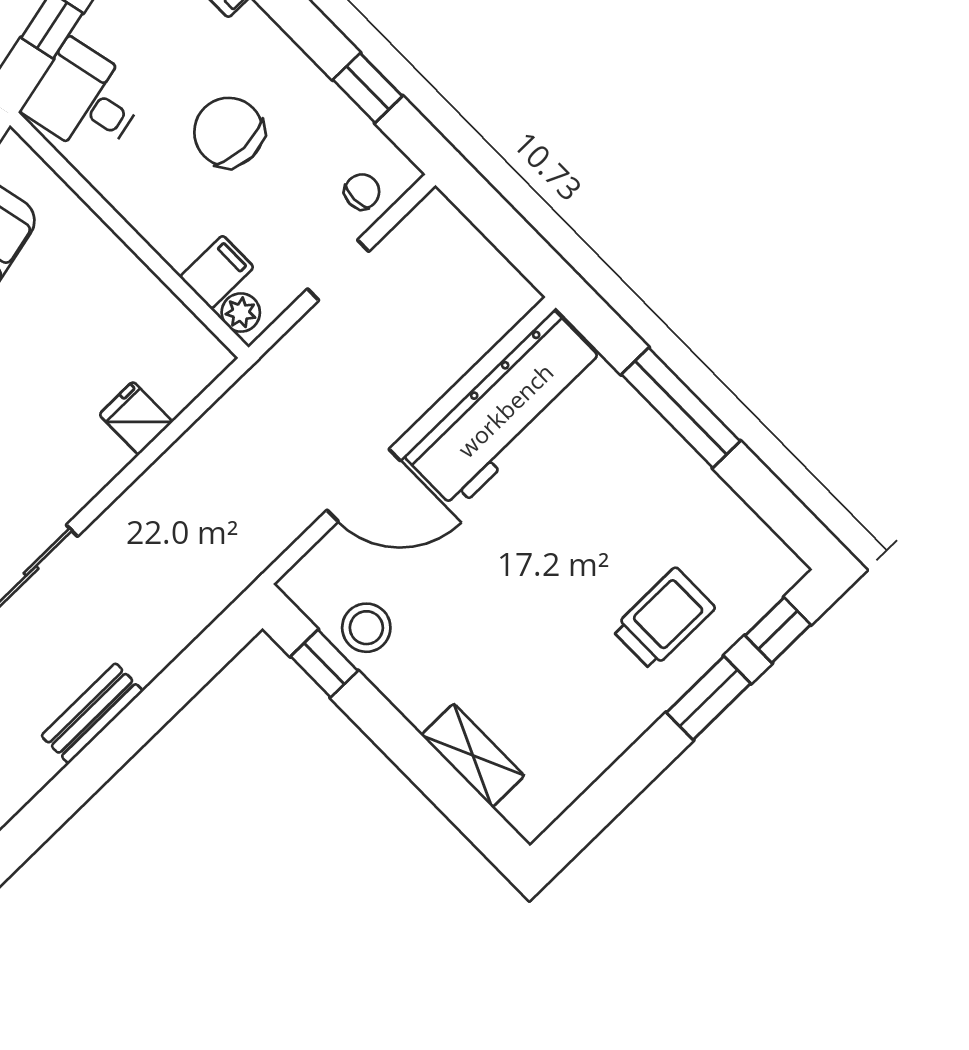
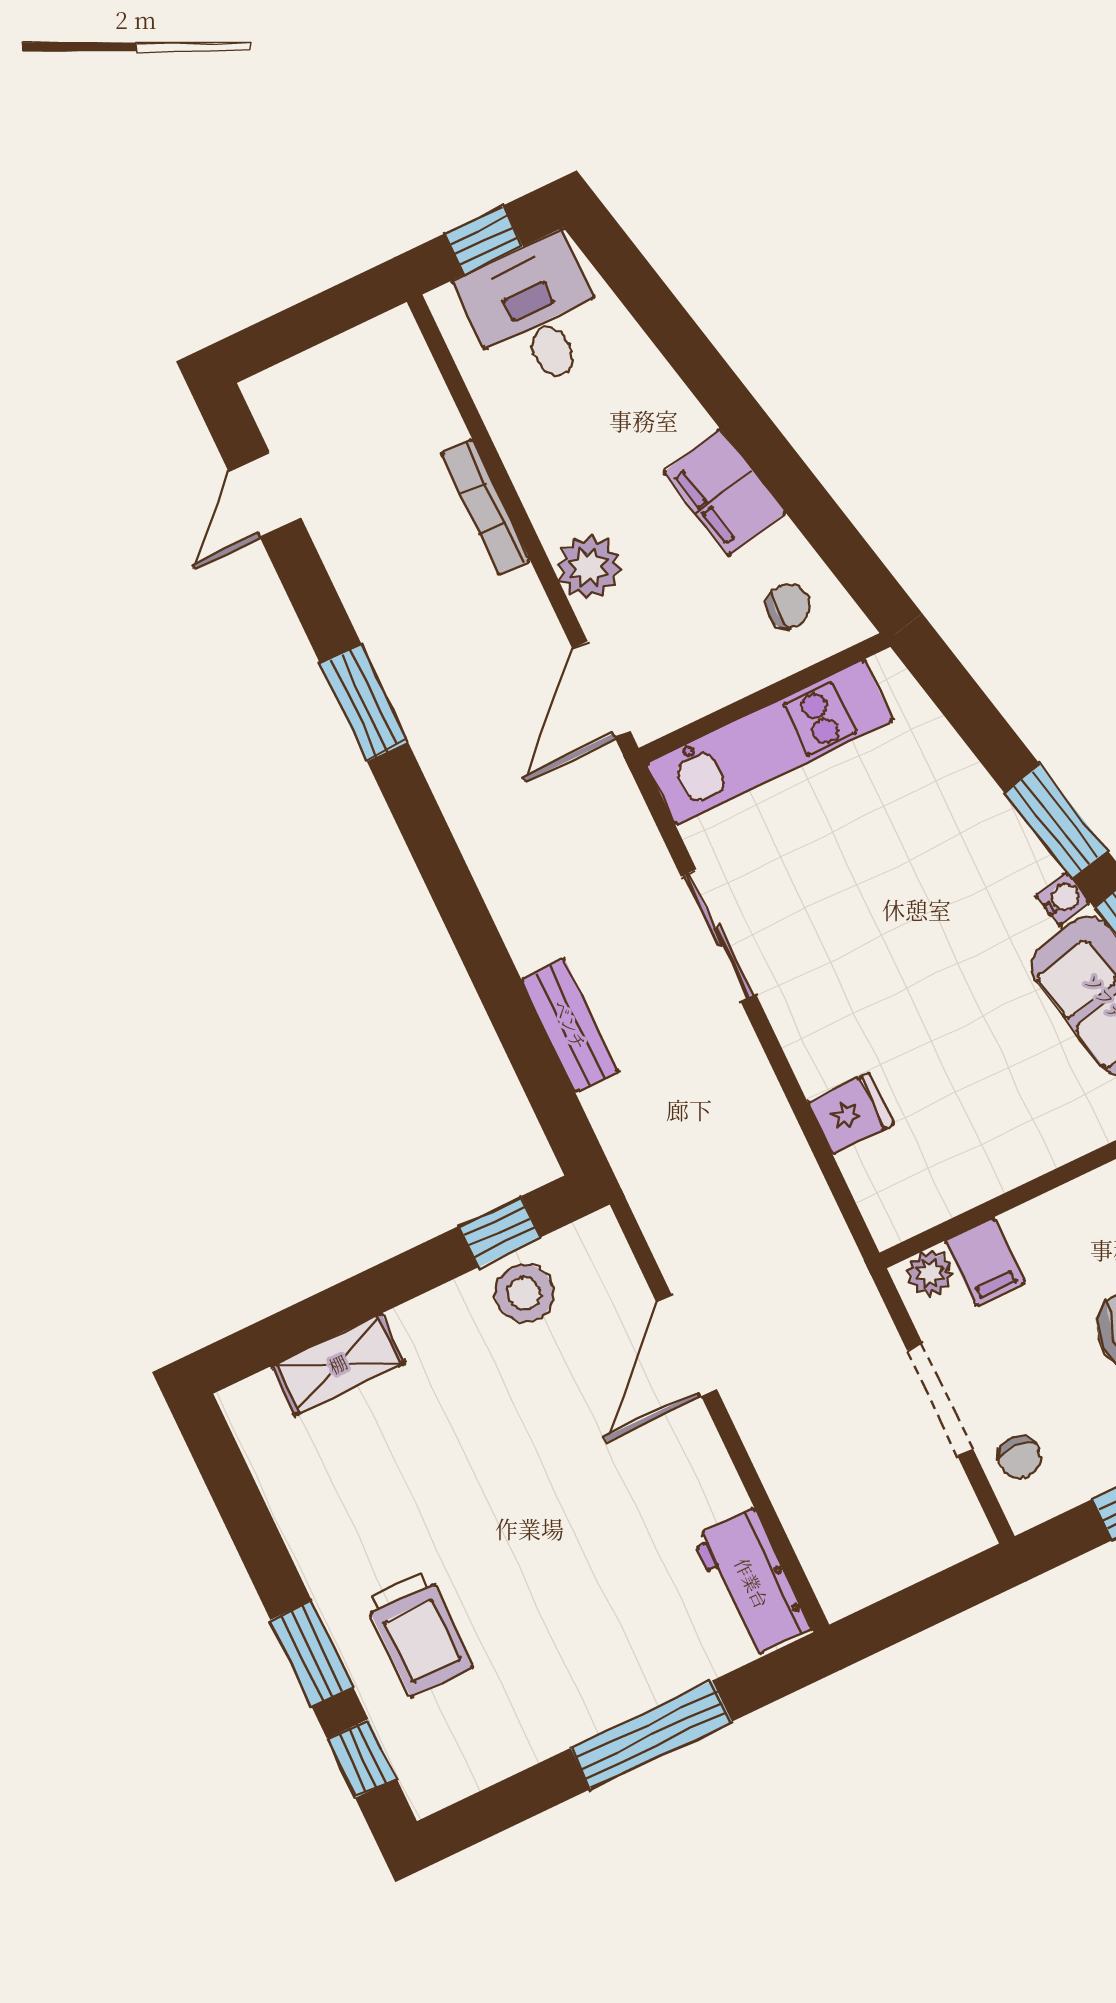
doorway: (338, 270) -> (940, 1400), width x1.38
workbench: (505, 410) -> (752, 1583), width x0.53, depth x0.76
bench: (92, 713) -> (570, 1025), moved

